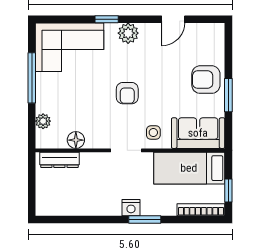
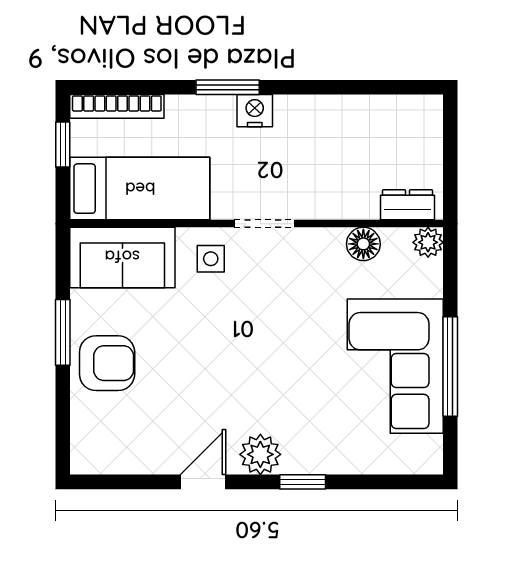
door: (173, 19) -> (203, 482), moved
corner sofa: (69, 47) -> (395, 366), moved, turned -90
armchair: (127, 93) -> (262, 336), removed
plant: (43, 121) -> (428, 242), moved
dresser: (59, 160) -> (407, 205), width x0.70

